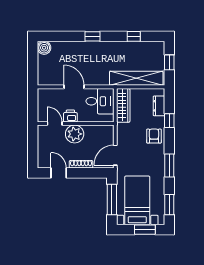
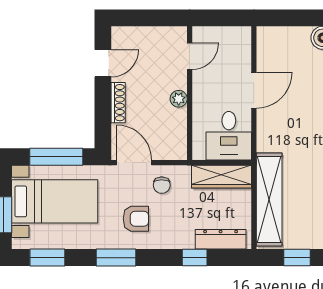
dresser: (159, 106) -> (221, 239), width x1.44
printer: (70, 116) -> (203, 84), removed
plant: (75, 134) -> (179, 99), width x0.53, depth x0.53
armchair: (154, 136) -> (136, 219), moved
chair: (128, 139) -> (162, 185), added

